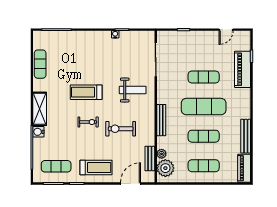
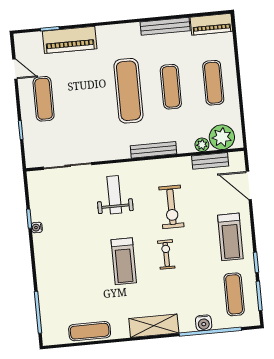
exercise mat: (204, 77) -> (44, 99), moved
water cooler: (38, 132) -> (204, 323), moved
treadmill: (96, 167) -> (230, 237), turned 180

